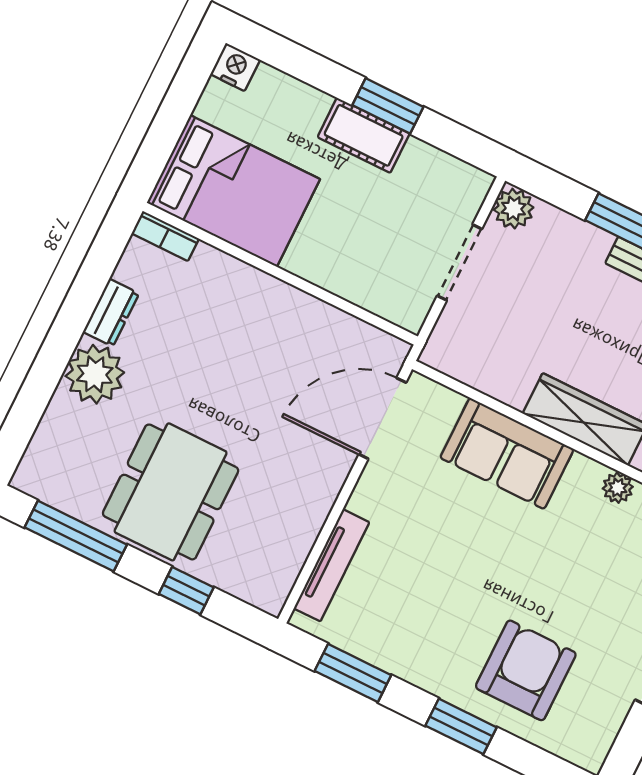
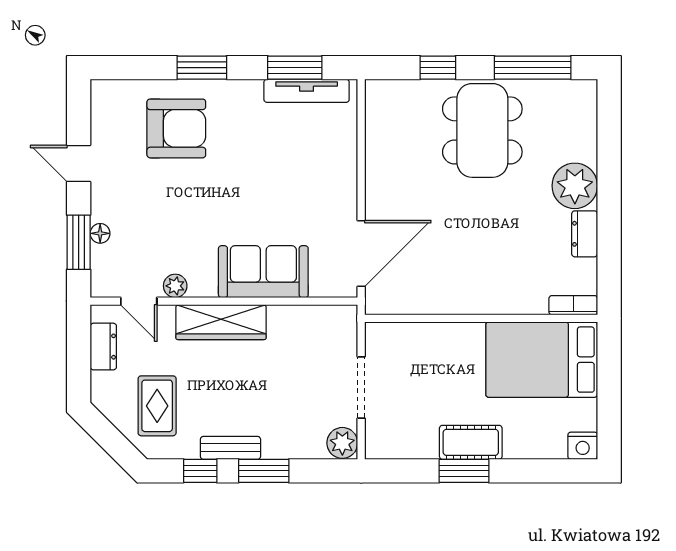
tv unit: (332, 565) -> (307, 91), moved, turned -90
armchair: (526, 670) -> (176, 128), turned -90

